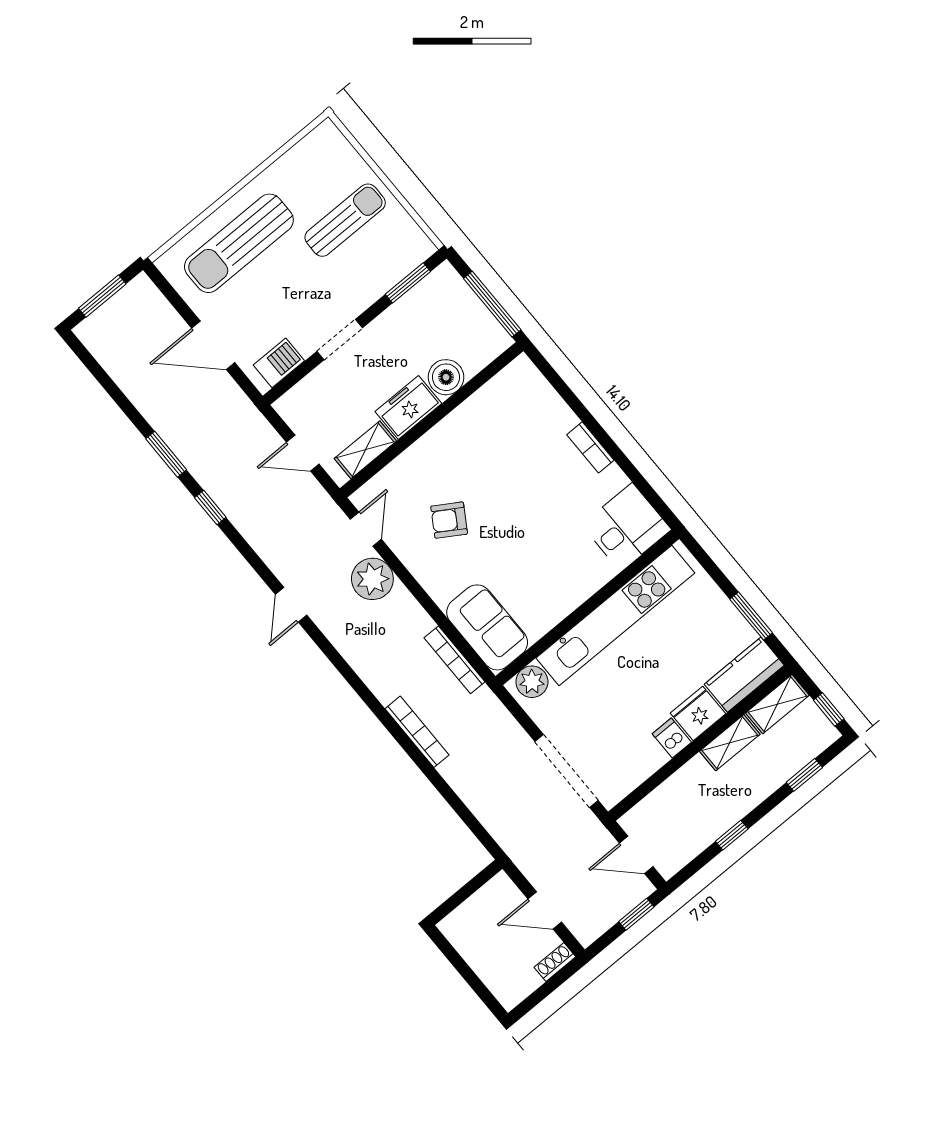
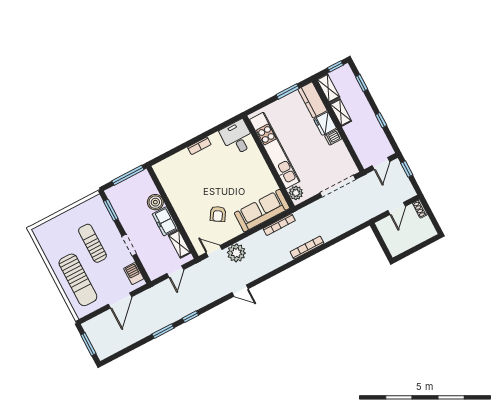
sun lounger: (345, 220) -> (92, 243), moved
sofa: (487, 627) -> (262, 211), width x1.36

